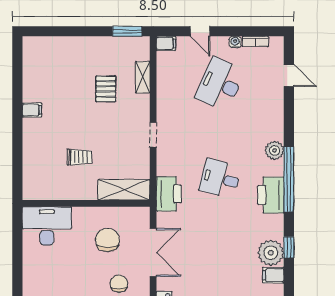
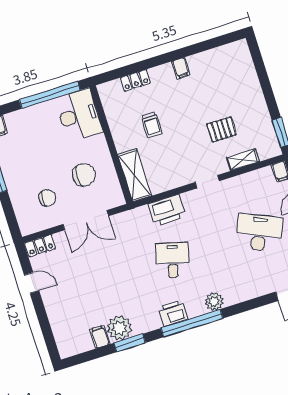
doorway: (153, 135) -> (207, 182), moved
locker: (30, 159) -> (135, 80), added
printer: (169, 194) -> (167, 210), moved
printer: (271, 195) -> (173, 313), width x0.73, depth x0.84
window: (289, 247) -> (130, 343), width x1.50
window: (17, 249) -> (50, 95), added

